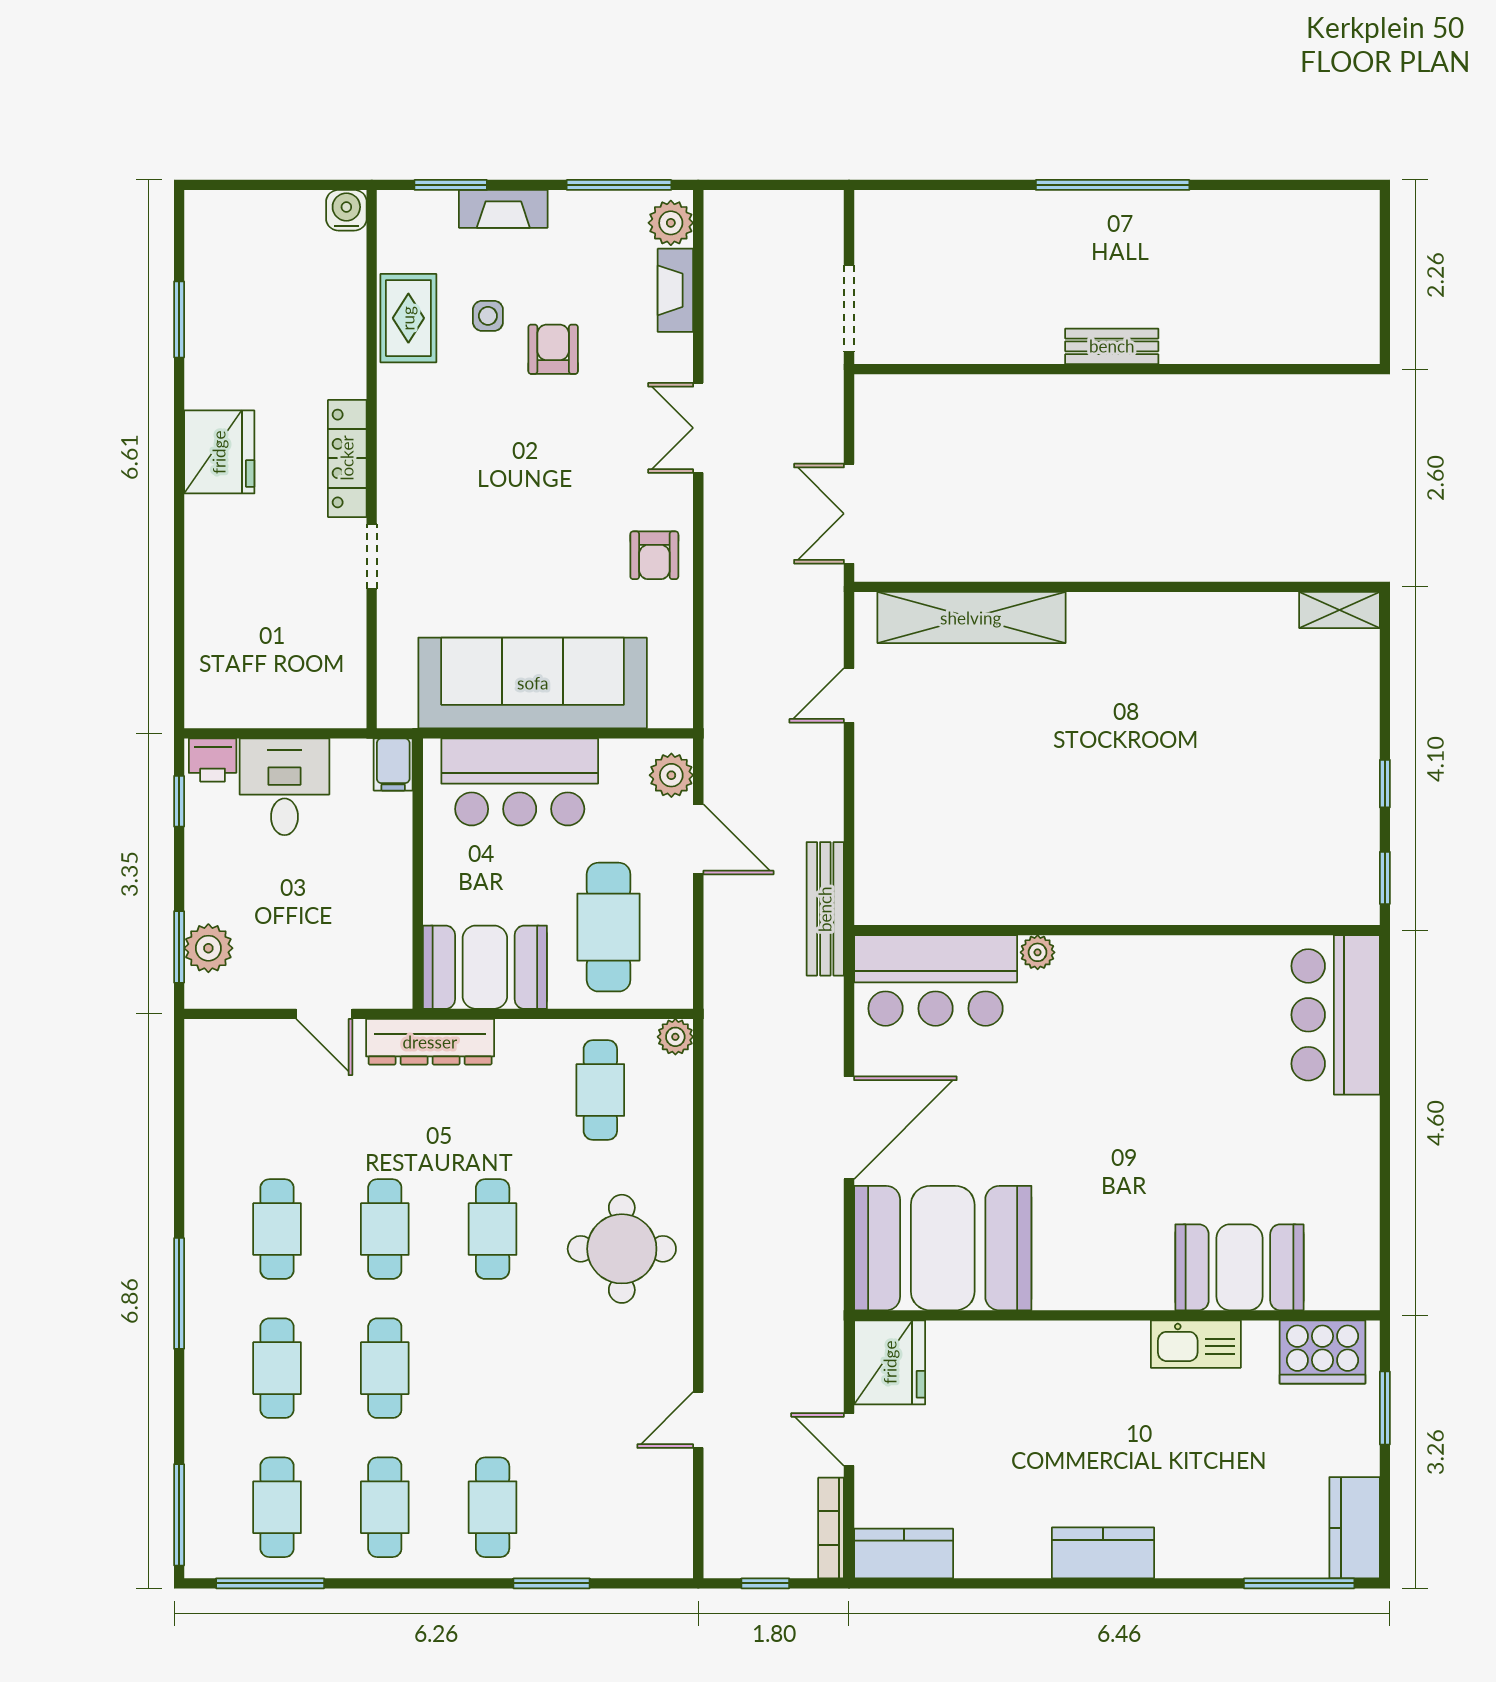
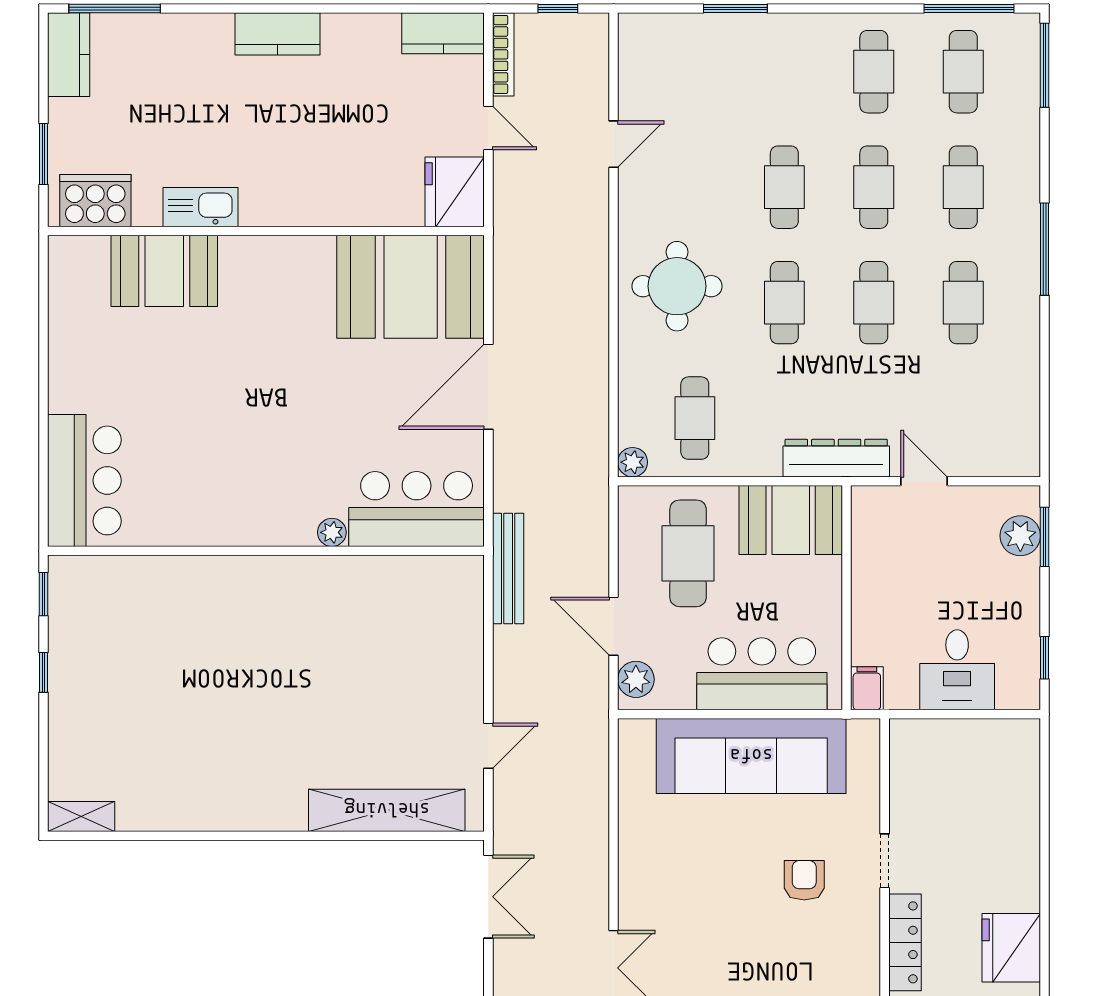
armchair: (654, 555) -> (804, 880), moved
printer: (213, 760) -> (1017, 692), removed
cafe table: (493, 1507) -> (784, 187), moved

